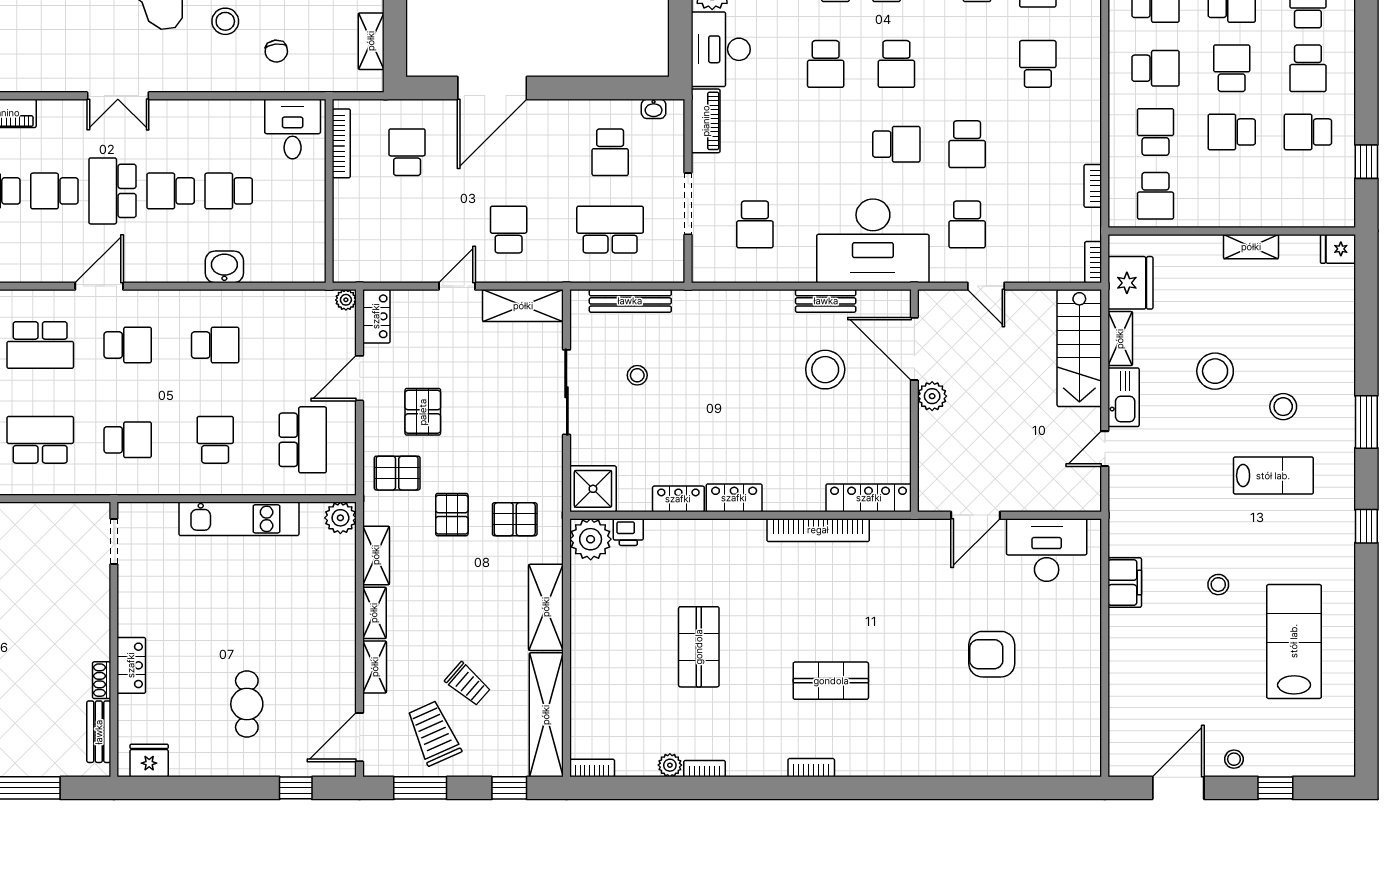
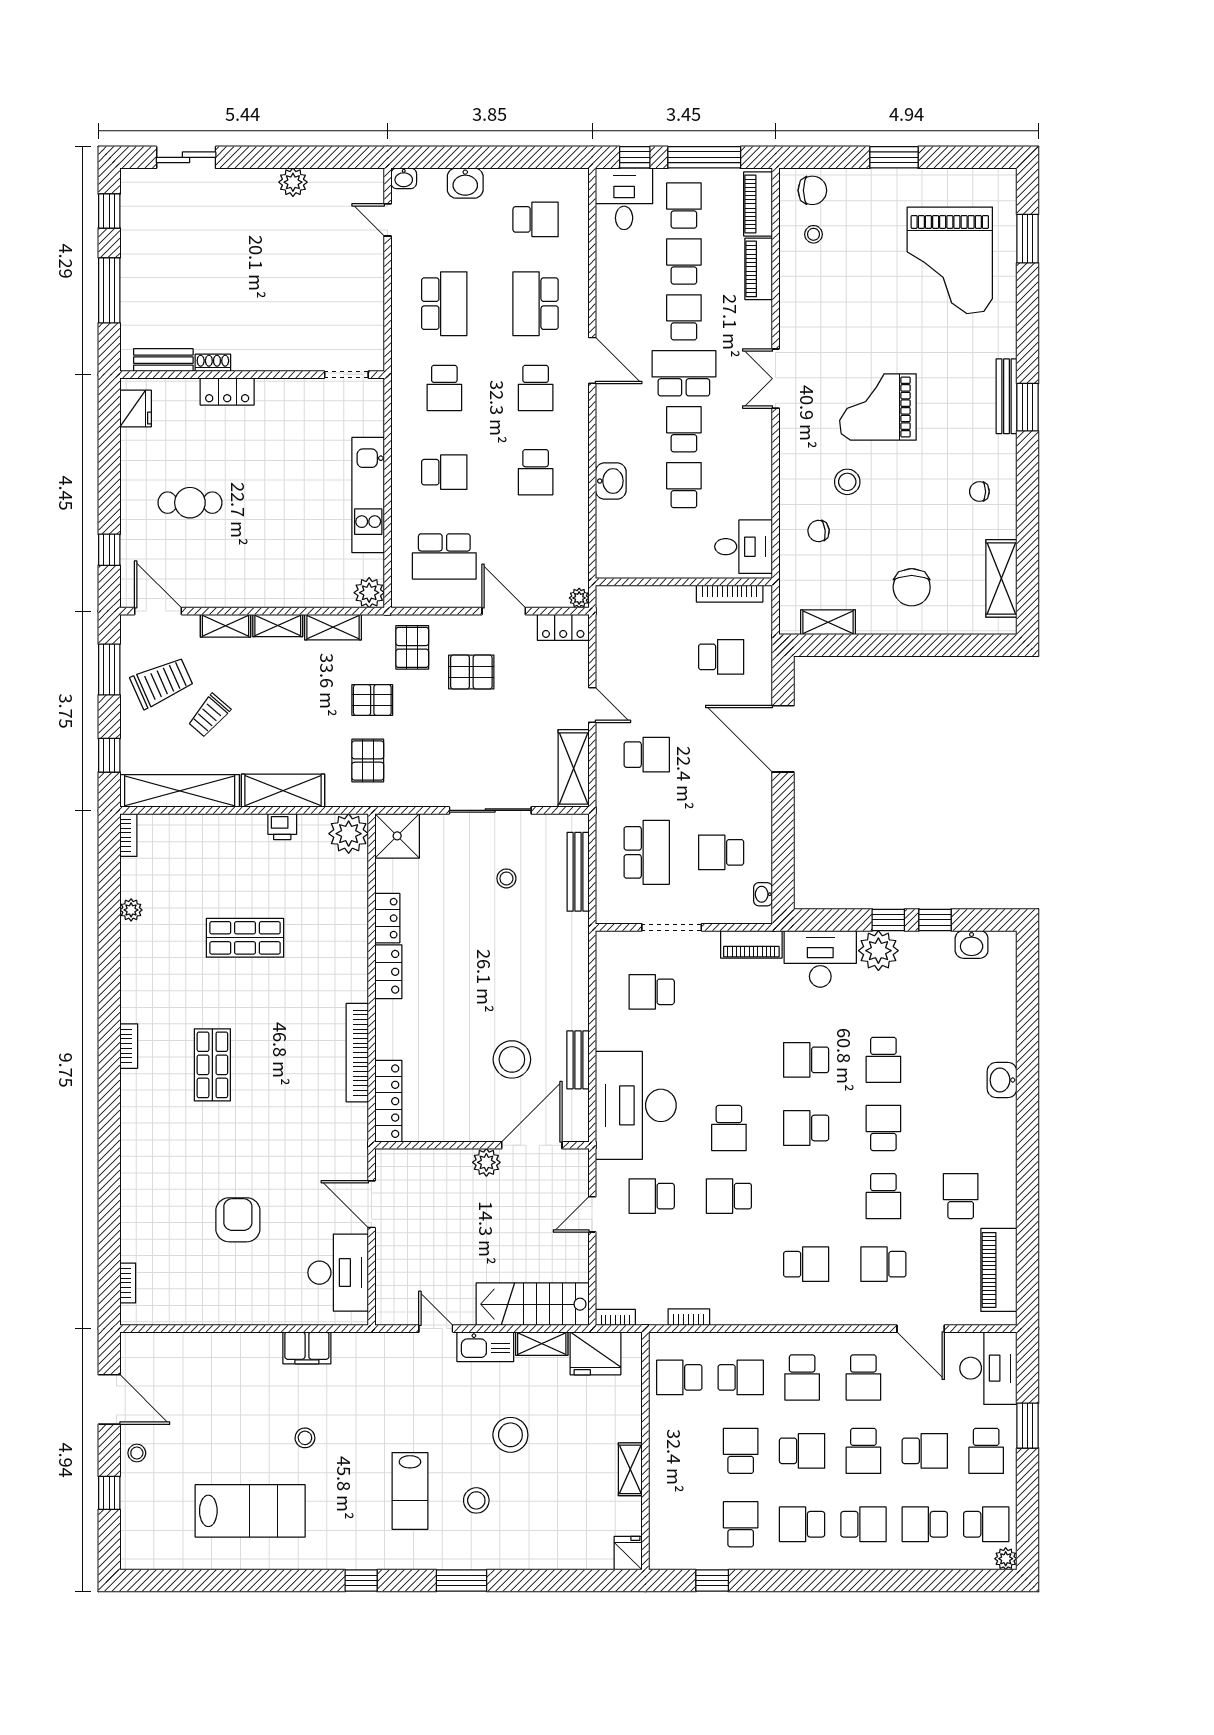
printer: (628, 532) -> (282, 827), moved, turned -90
bookcase: (704, 769) -> (128, 1283), moved

